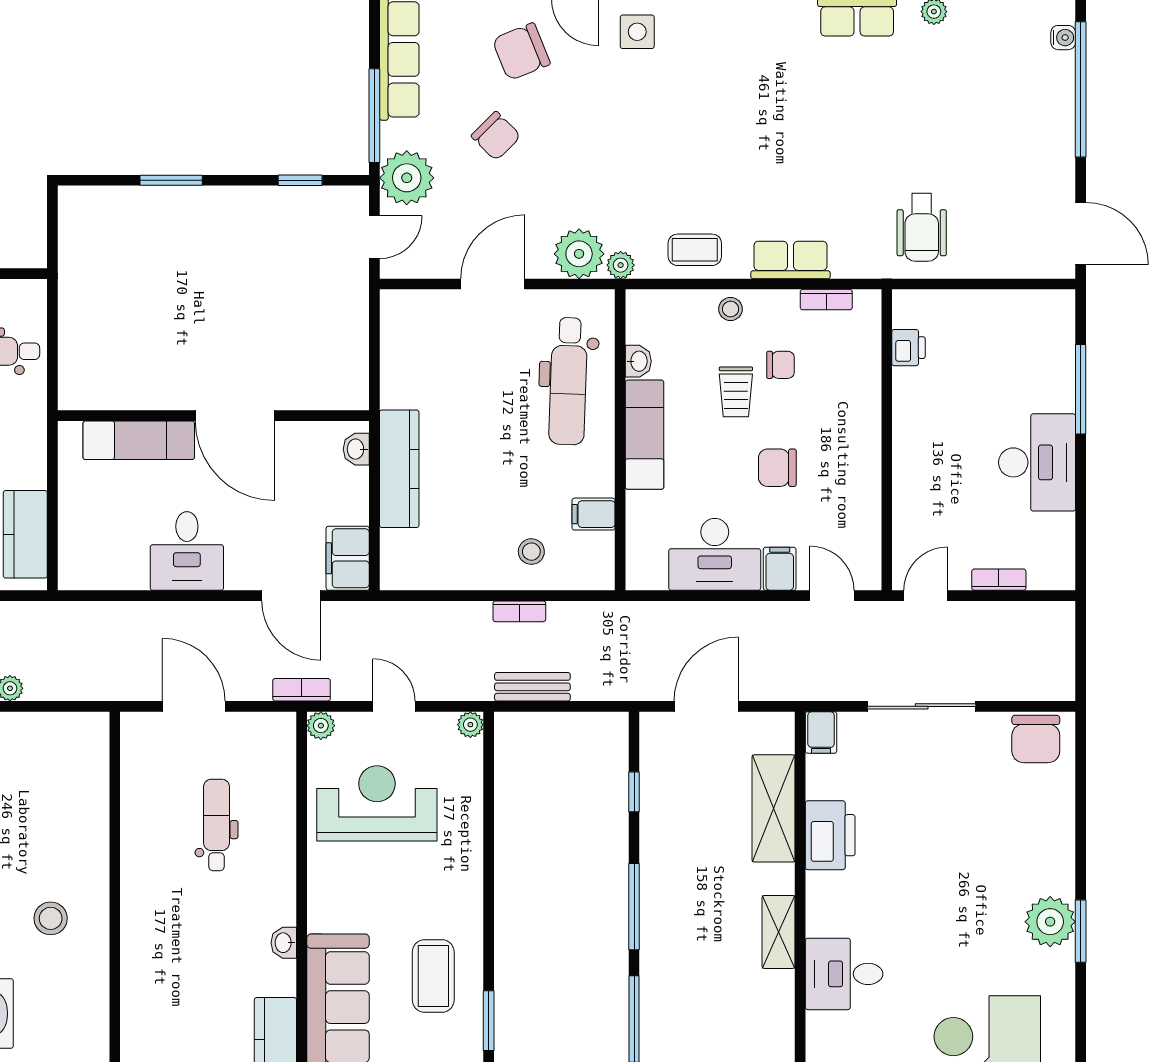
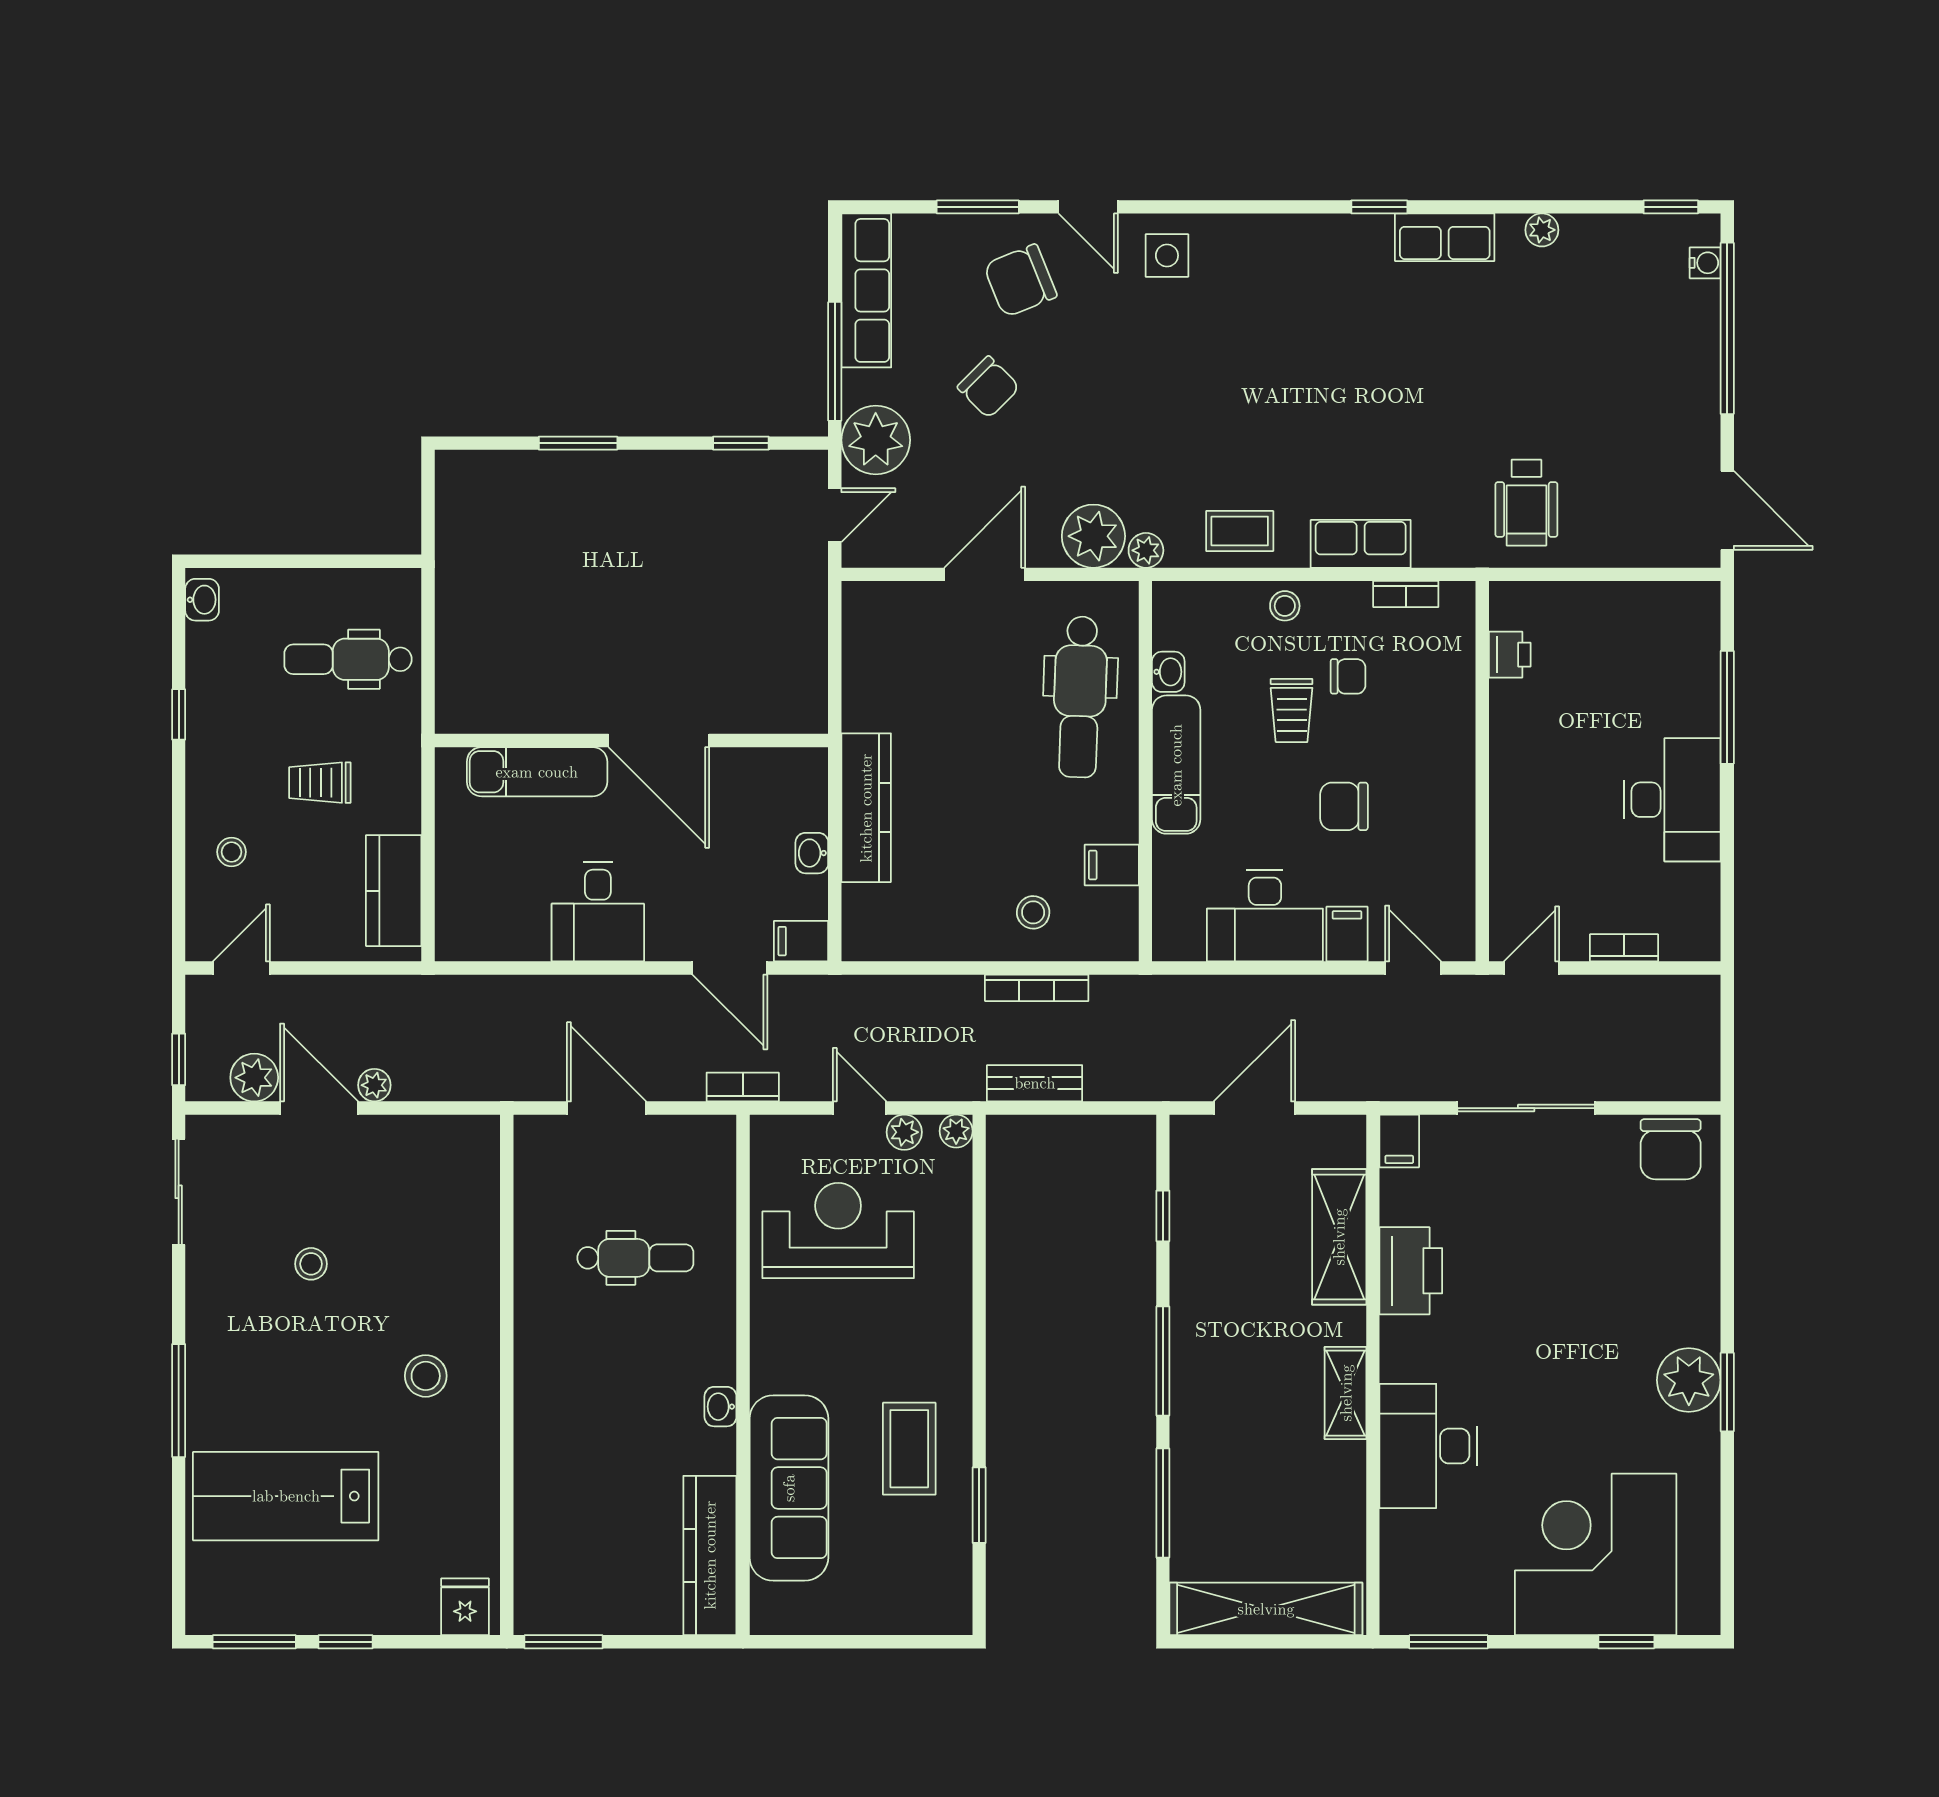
washbasin: (356, 449) -> (812, 853), moved
filing cabinet: (348, 558) -> (801, 941), width x0.50
bookcase: (519, 611) -> (1037, 988), width x1.56
plant: (321, 726) -> (904, 1132), moved
dental chair: (217, 825) -> (635, 1258), turned 90
desk: (844, 974) -> (1428, 1446), width x1.37

